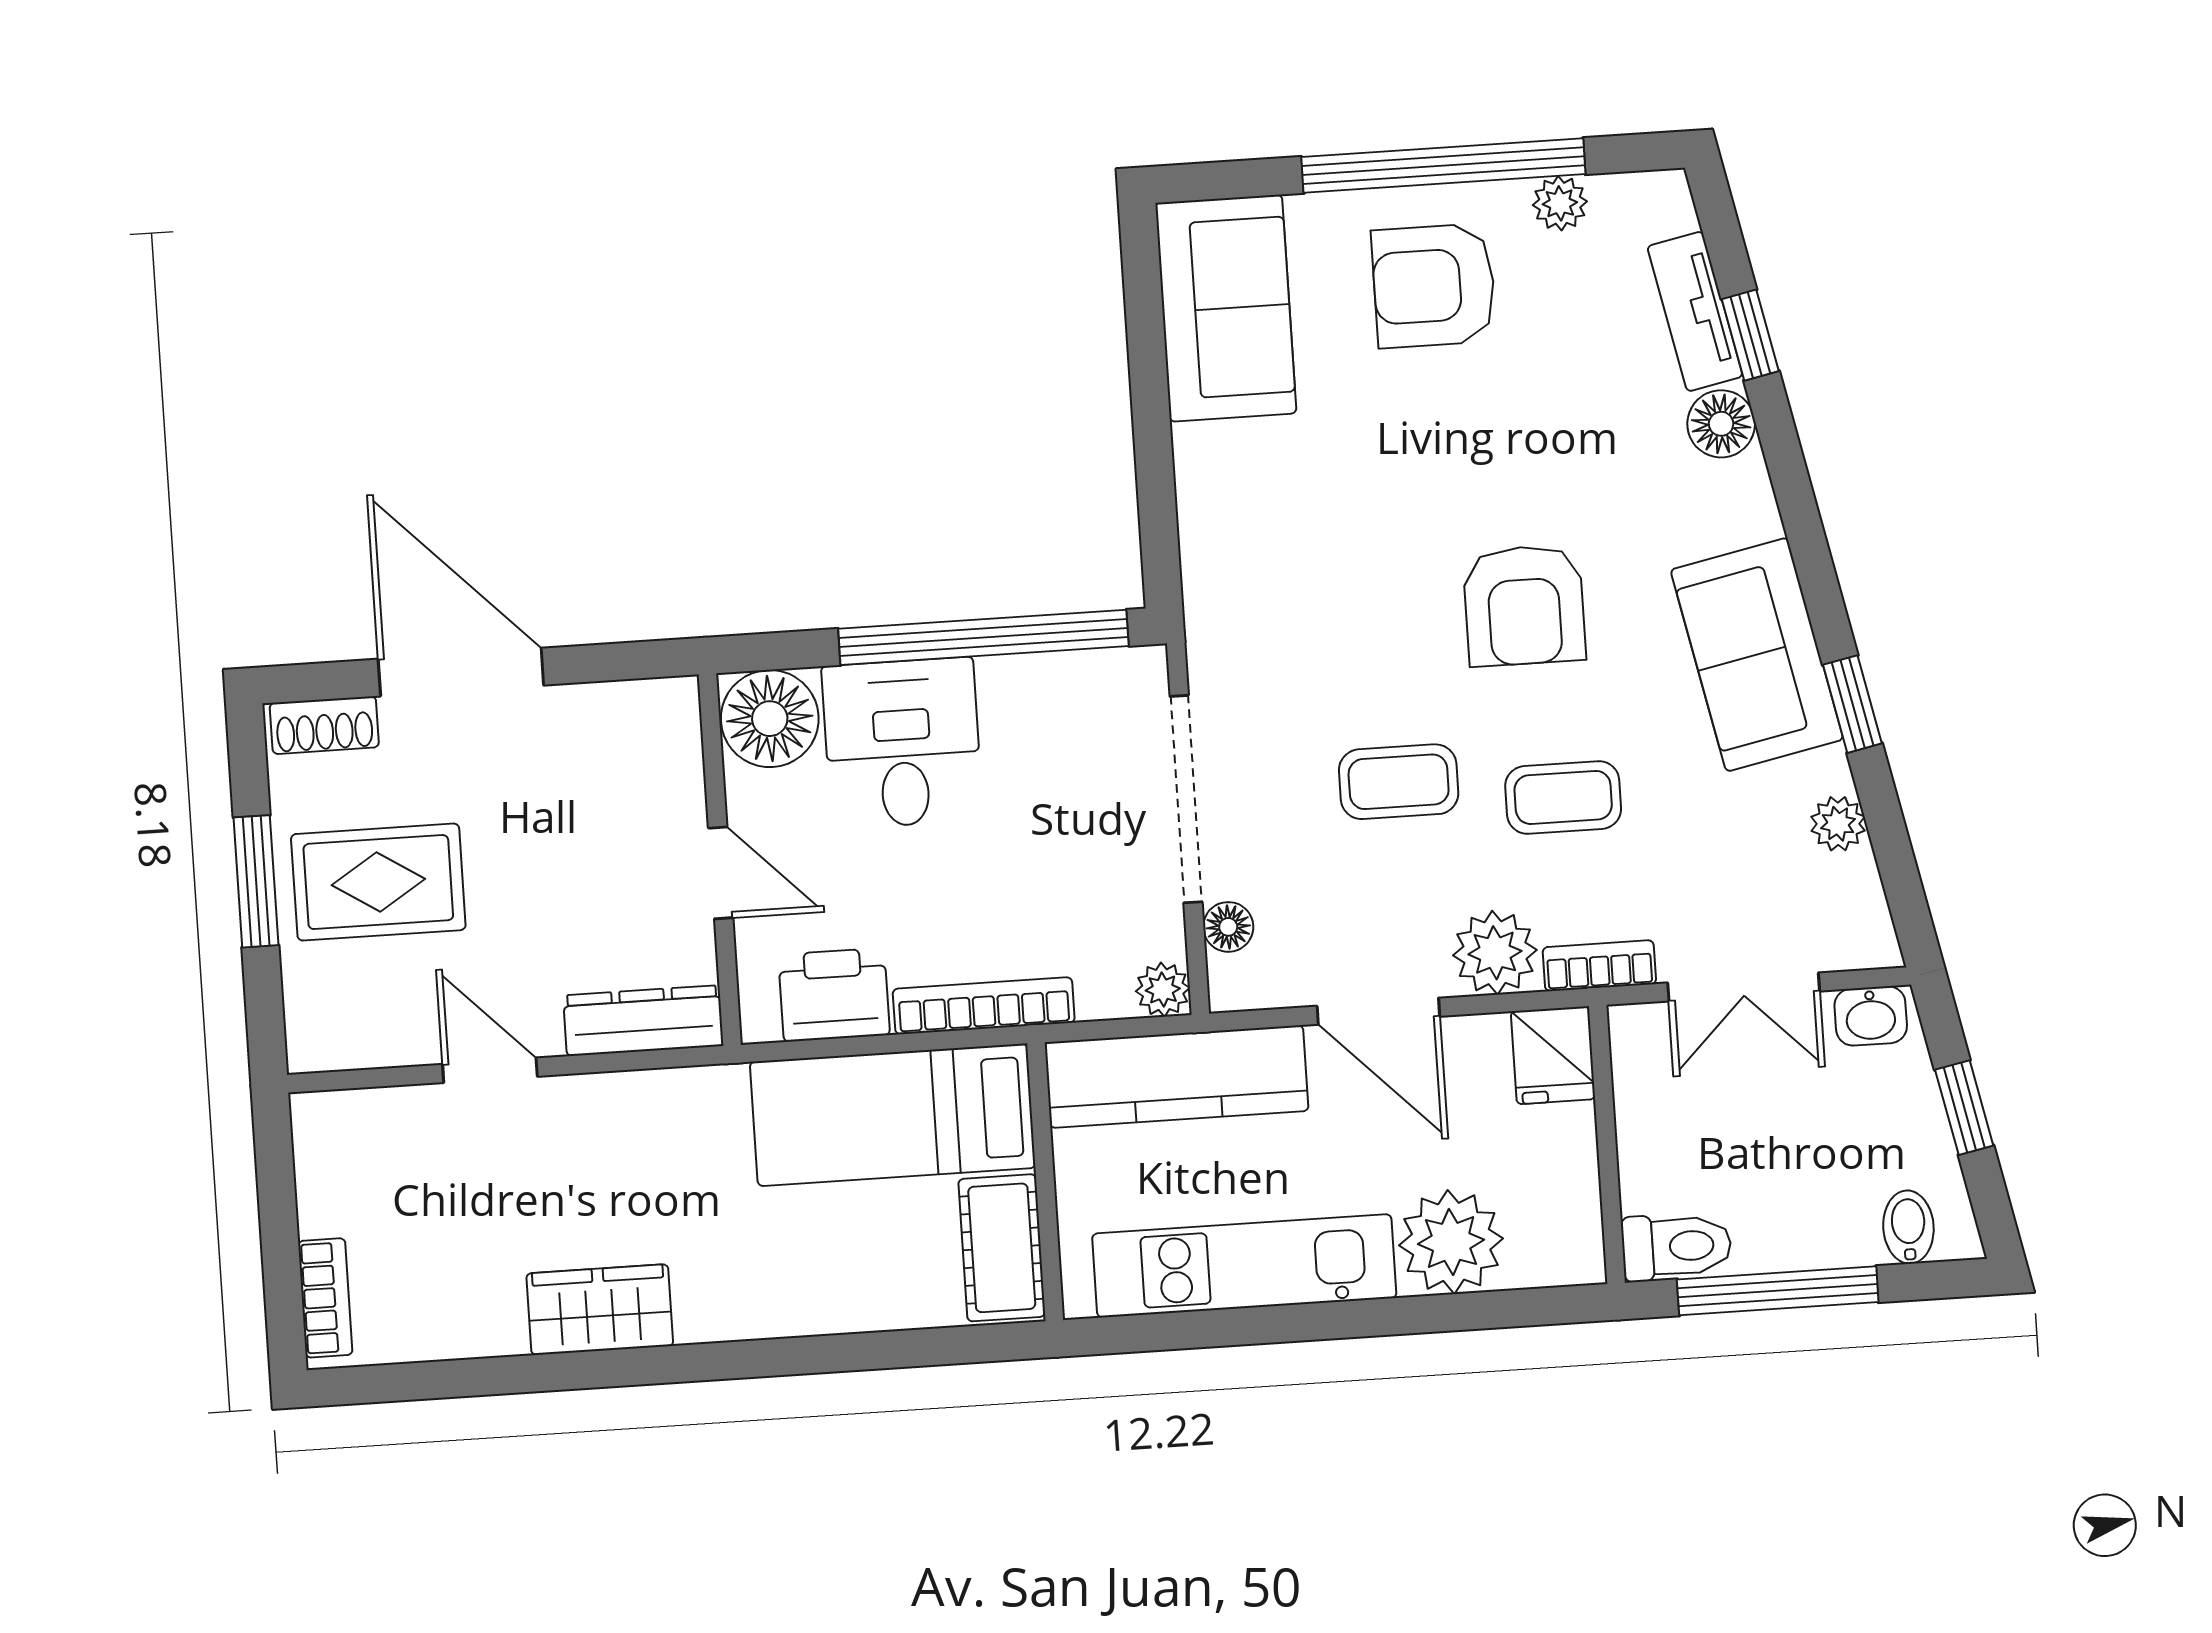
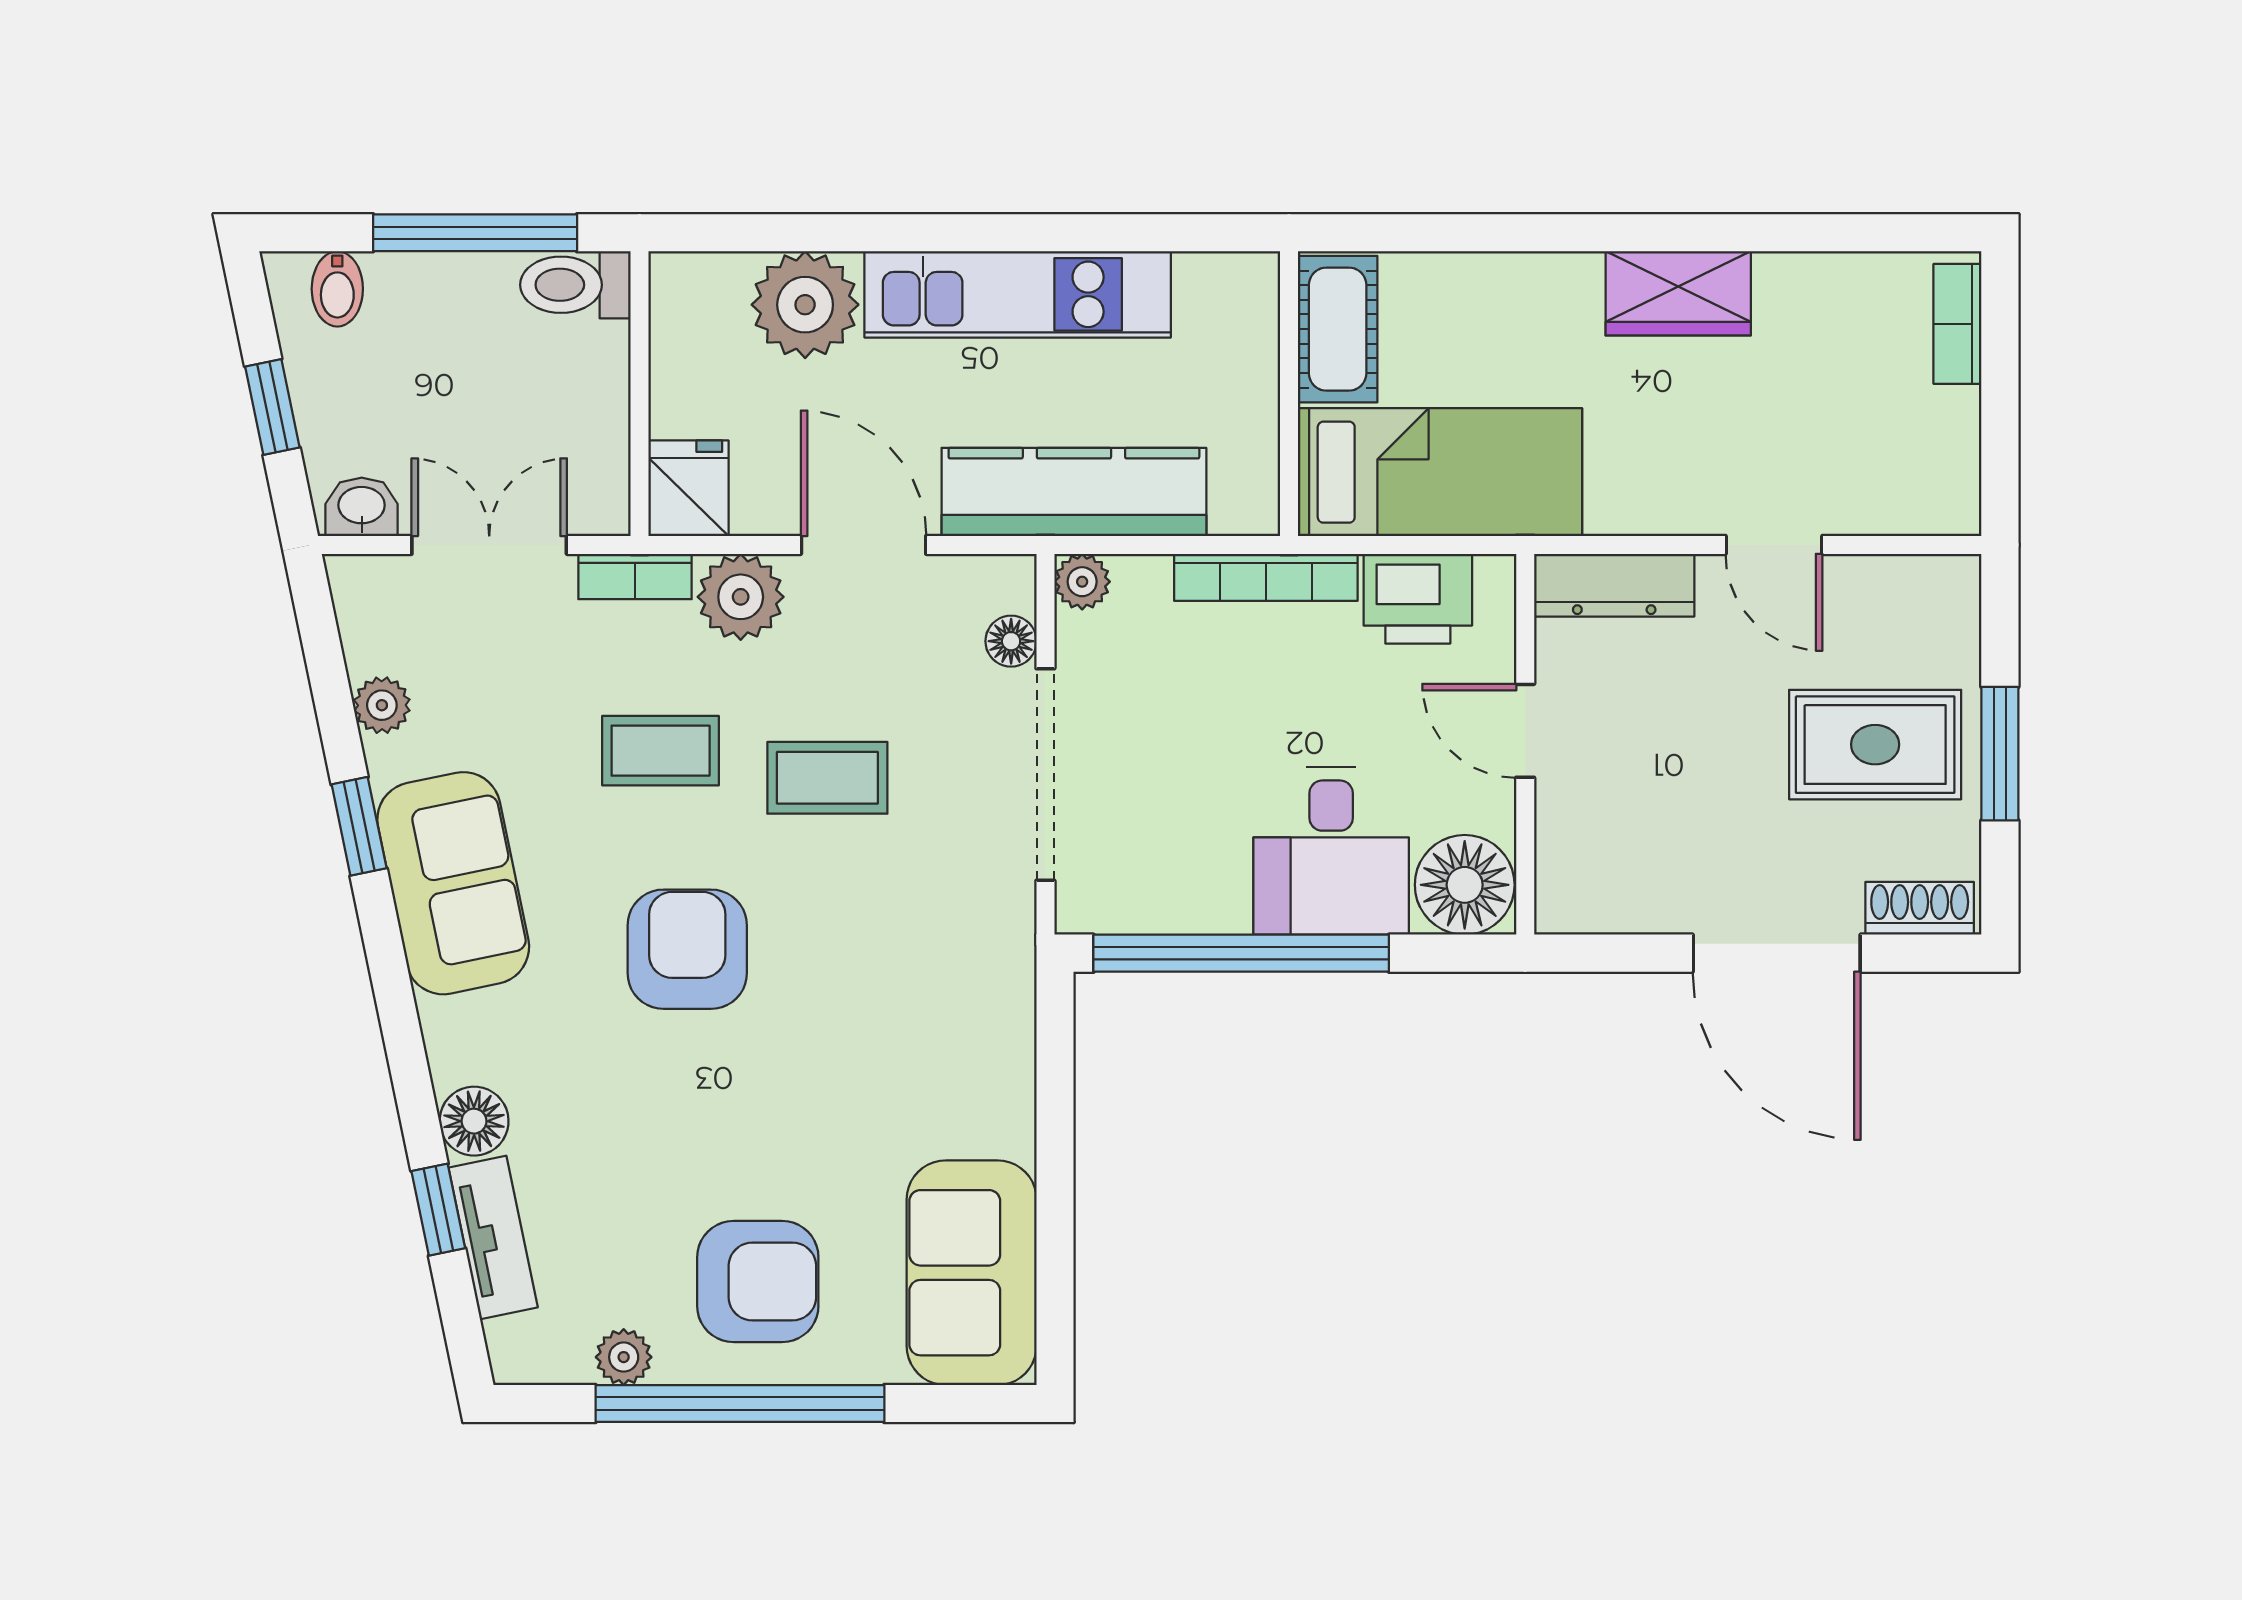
bed: (893, 1115) -> (1440, 472), moved
wall: (1045, 1182) -> (1289, 394), moved
cot: (1002, 1248) -> (1338, 329), moved

